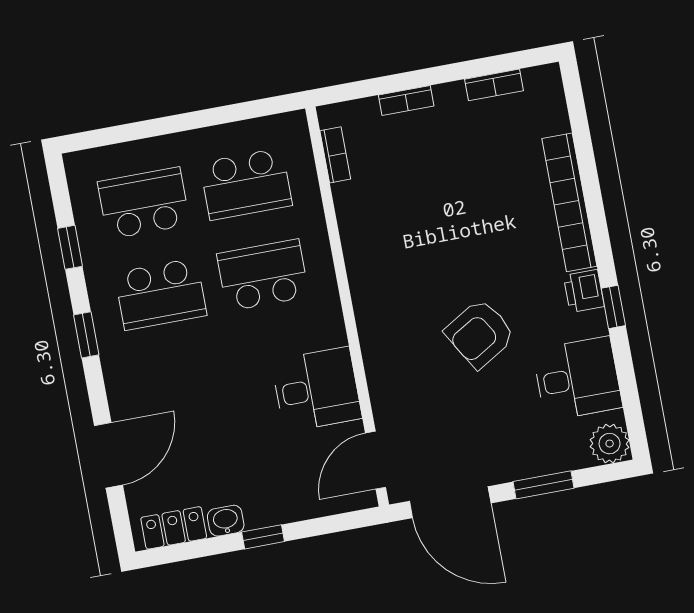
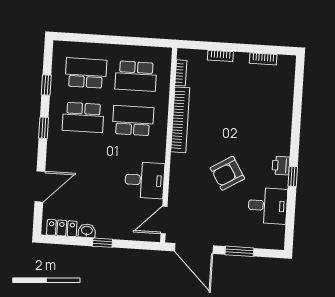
bookcase: (569, 202) -> (180, 120), moved, turned 180
plant: (610, 444) -> (275, 240), removed

